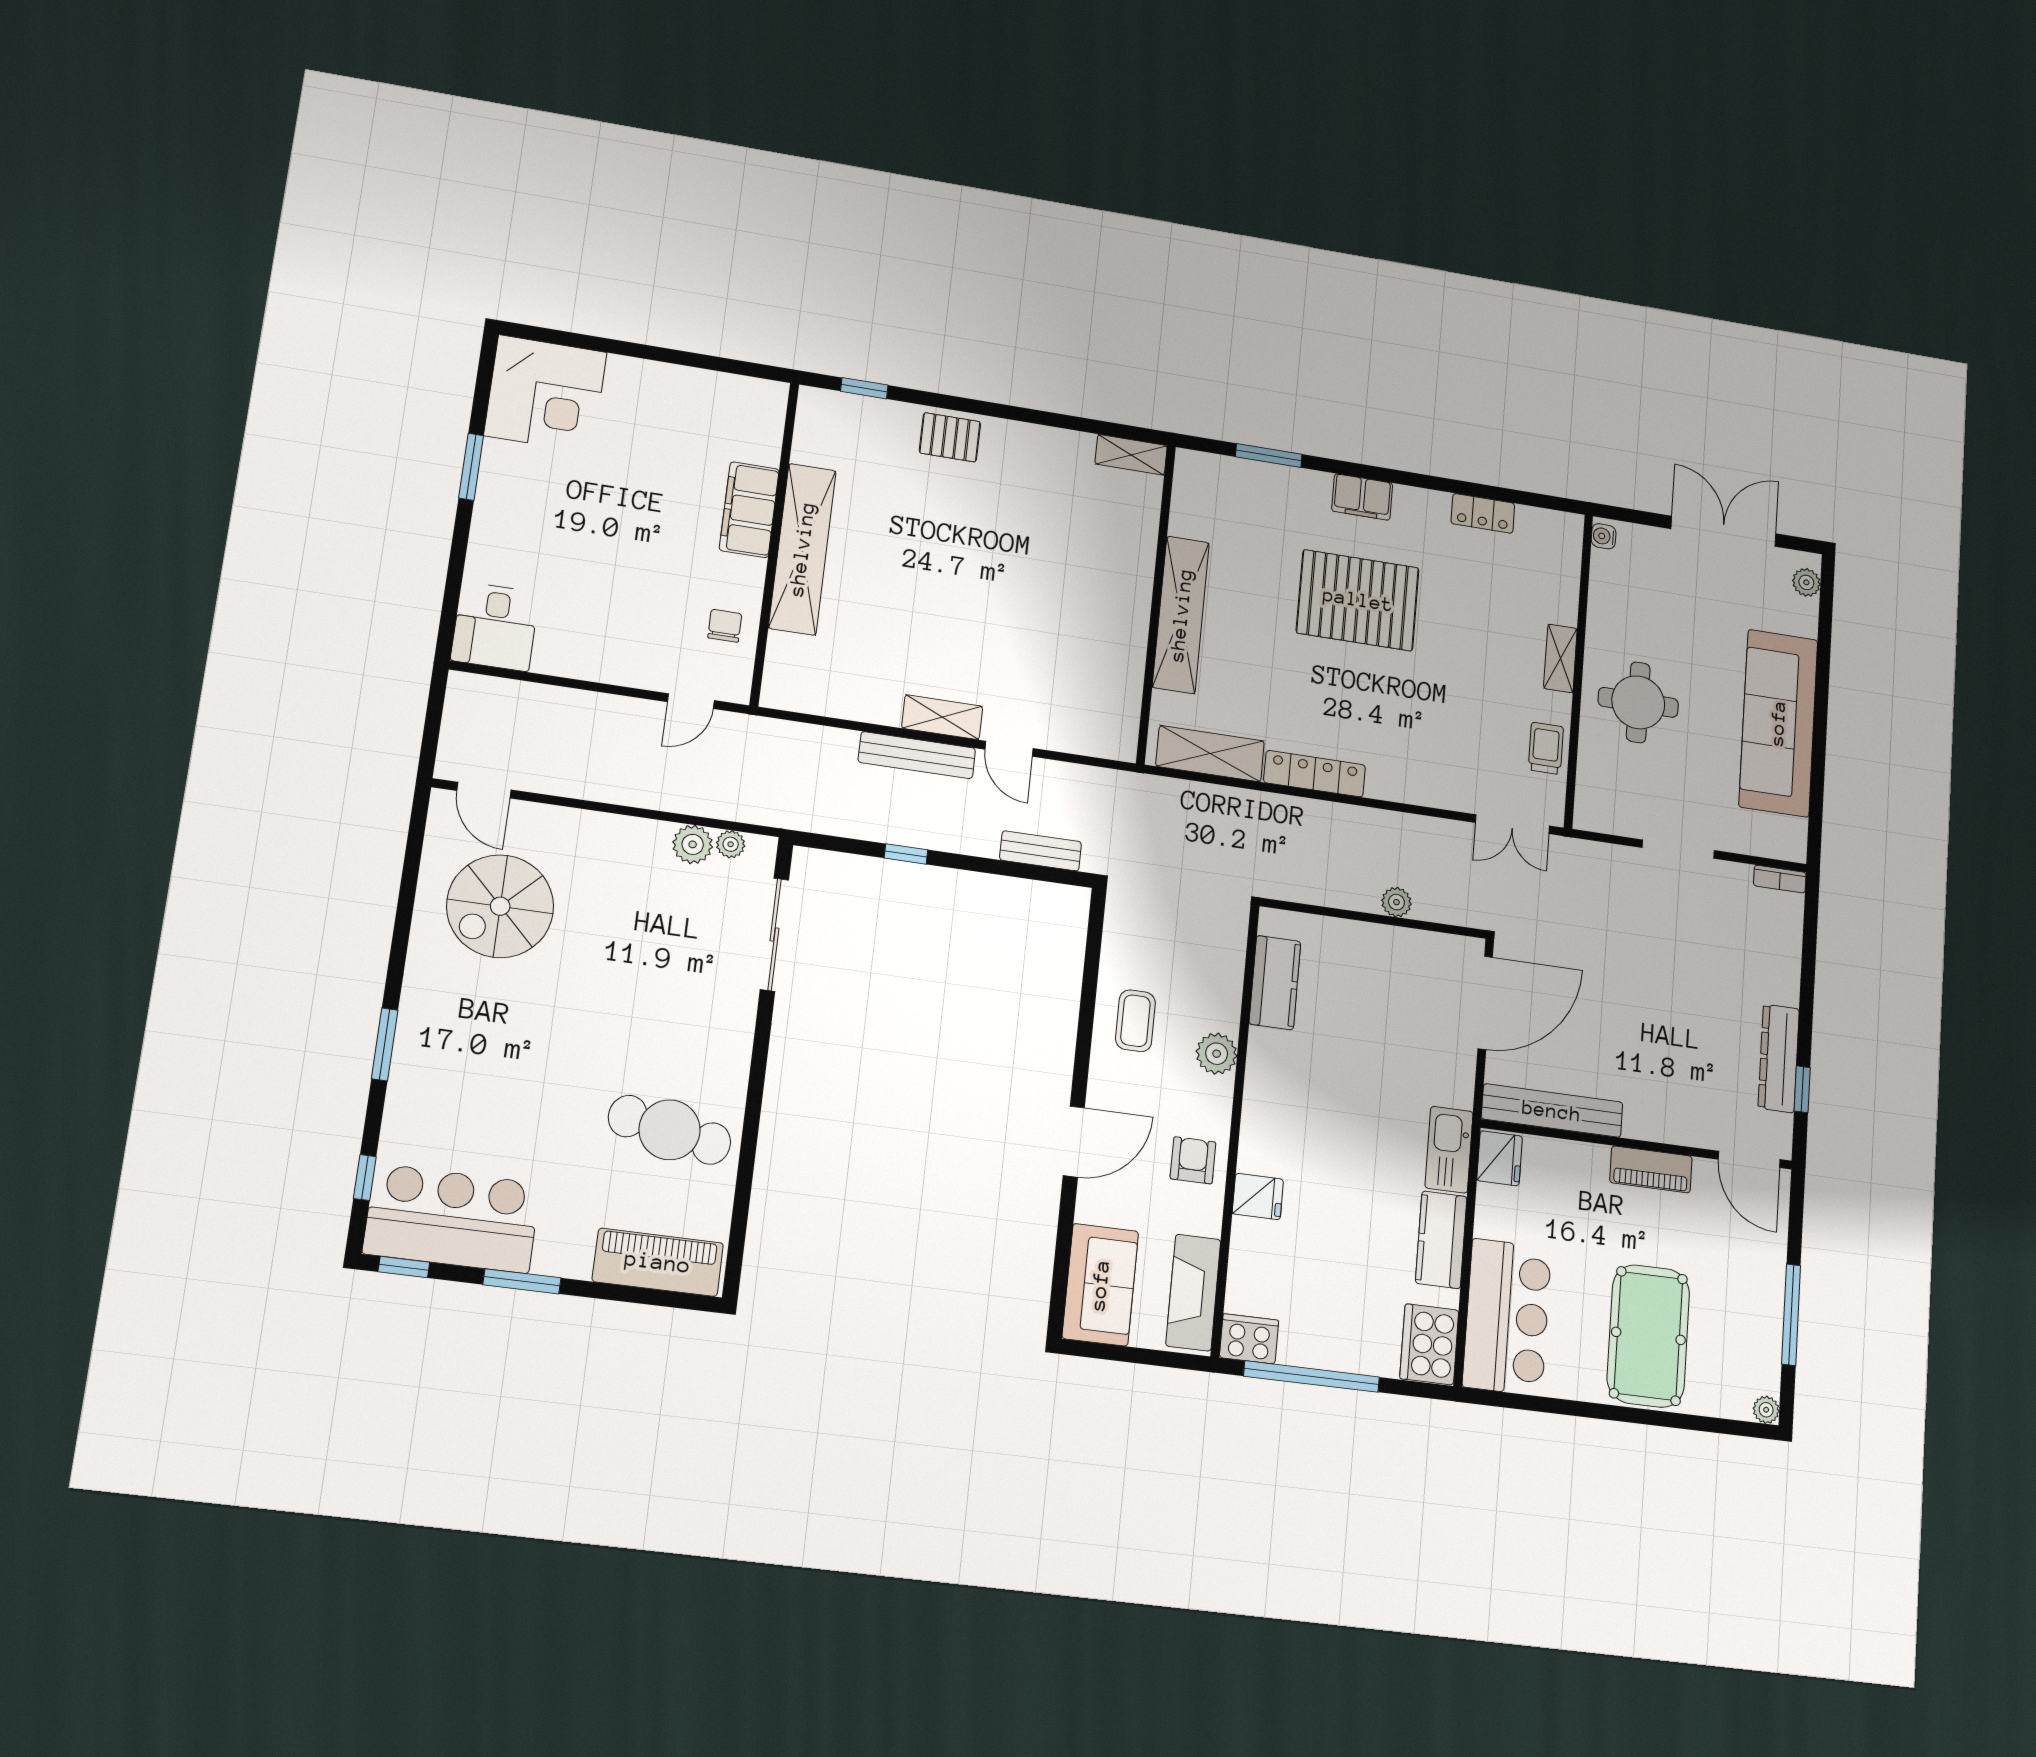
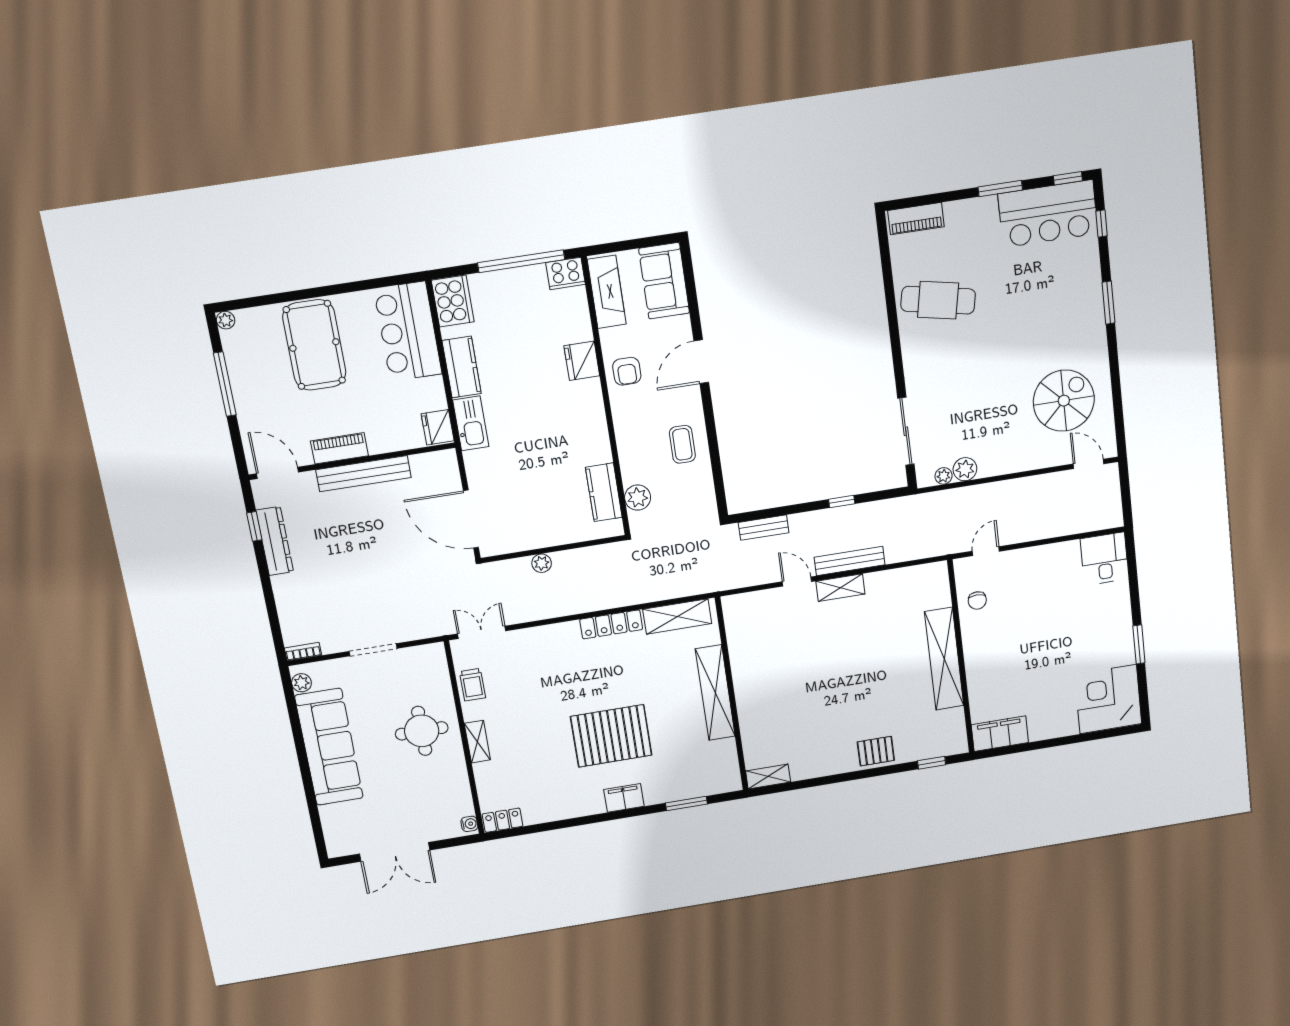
filing cabinet: (749, 510) -> (1000, 734), moved, turned -90
locker: (1483, 513) -> (503, 820), moved
plant: (1806, 582) -> (301, 683), moved
door: (1485, 1003) -> (471, 519), hinge flipped
plant: (1217, 1054) -> (638, 498), moved
bench: (1552, 1111) -> (363, 474), moved
fridge: (1258, 1197) -> (582, 361), width x1.38
piano: (658, 1262) -> (916, 219), width x0.73, depth x0.75

